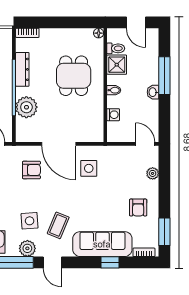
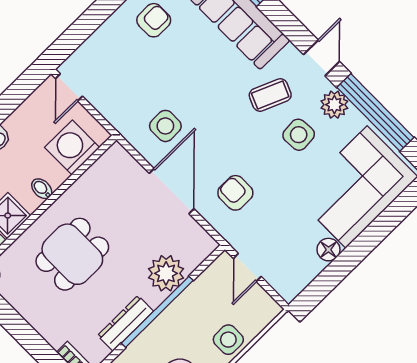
washing machine: (113, 115) -> (72, 147), width x1.89, depth x1.89
plant: (153, 173) -> (96, 43), removed

